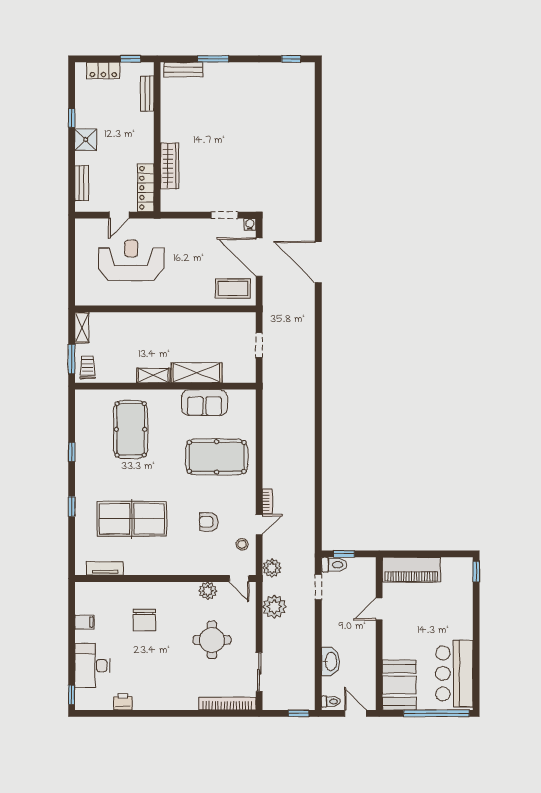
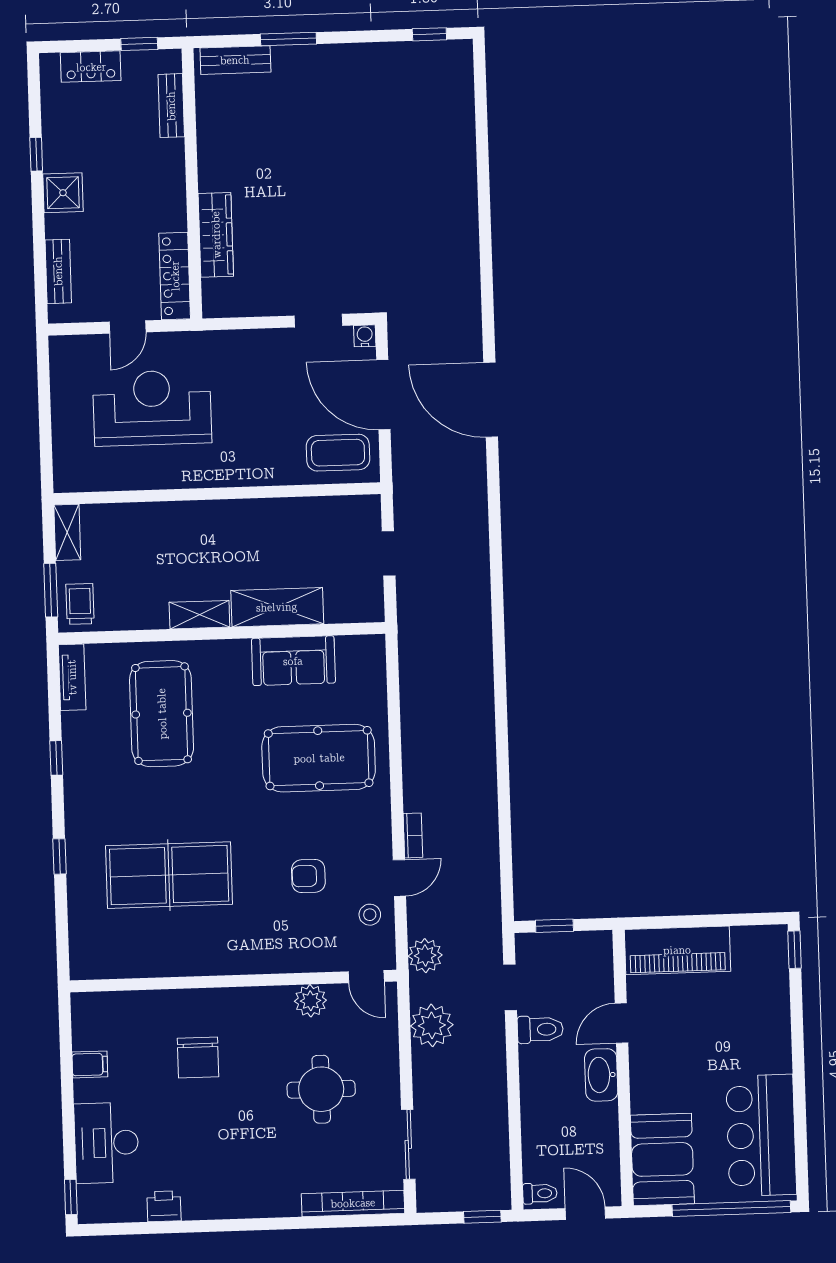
toilet: (334, 565) -> (540, 1029), moved
tv unit: (105, 568) -> (72, 677), moved, turned 90
washbasin: (330, 662) -> (601, 1075), moved, turned 180

